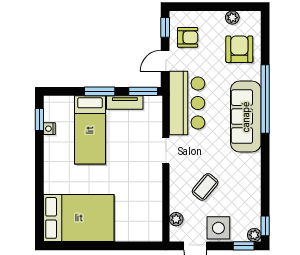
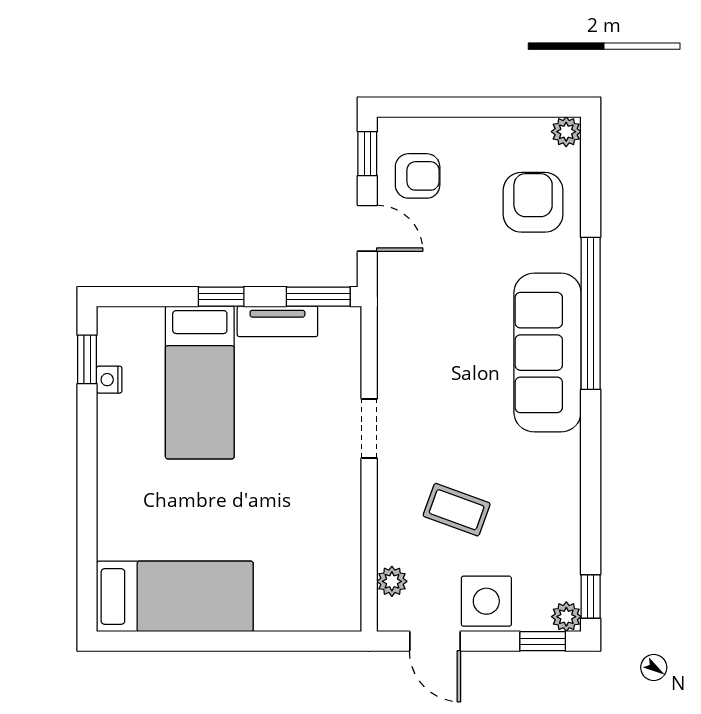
plant: (232, 18) -> (566, 132), moved
door: (165, 61) -> (367, 228), swing flipped
window: (100, 91) -> (221, 297), width x0.67
bar counter: (187, 103) -> (416, 322), removed
coffee table: (205, 187) -> (457, 510), turned 70
bed: (79, 218) -> (175, 596), width x0.67

